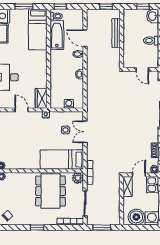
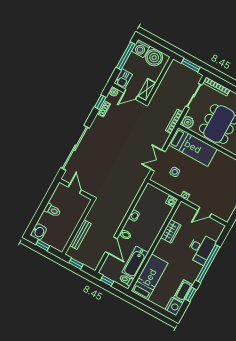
window: (24, 7) -> (151, 305), removed
window: (60, 7) -> (107, 281), moved
wardrobe: (41, 98) -> (171, 231), moved
washing machine: (69, 104) -> (172, 201), moved
door: (22, 110) -> (205, 212), hinge flipped
double door: (85, 132) -> (158, 161), swing flipped

